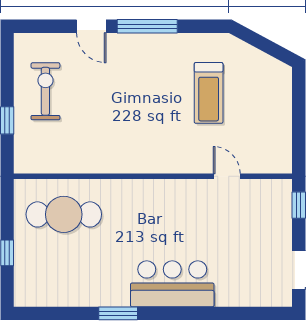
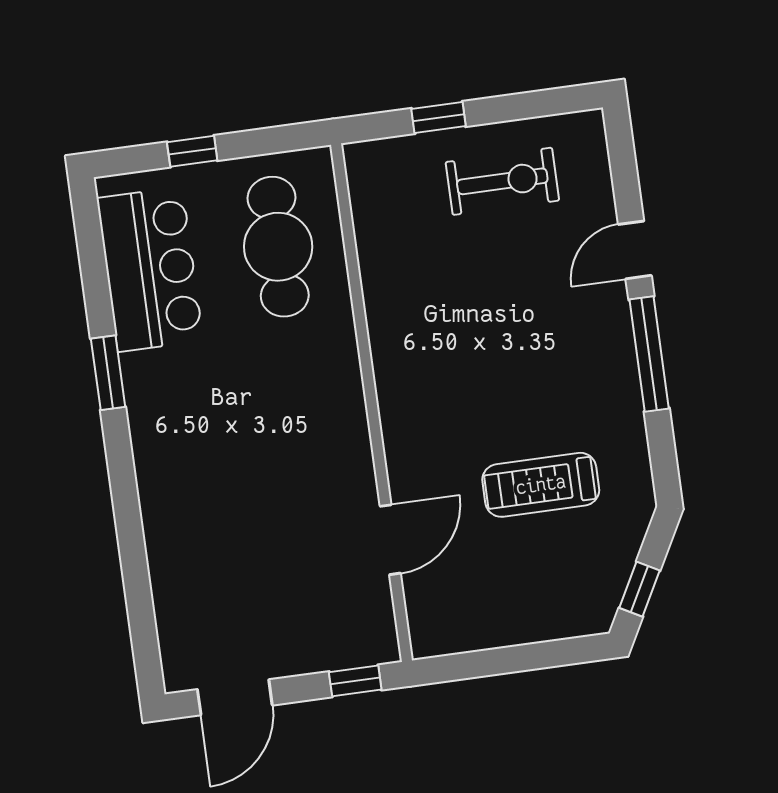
window: (271, 48) -> (640, 589), added
door: (227, 176) -> (390, 540), width x1.38
bar counter: (172, 284) -> (150, 269), moved

